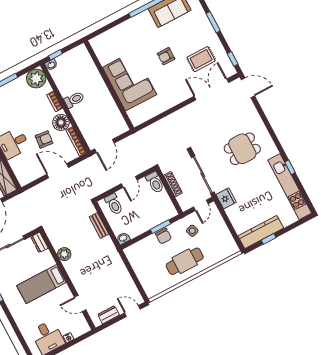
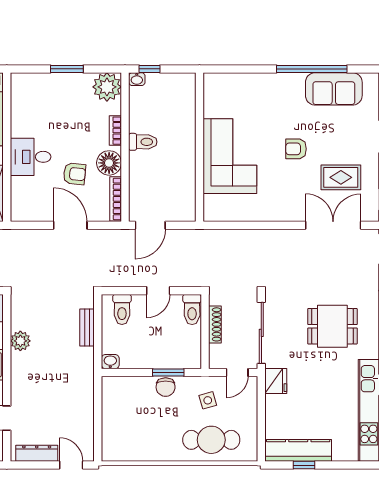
cafe table: (185, 261) -> (211, 440), moved
dresser: (109, 315) -> (37, 453), width x1.44

